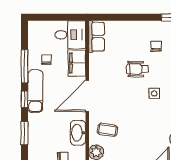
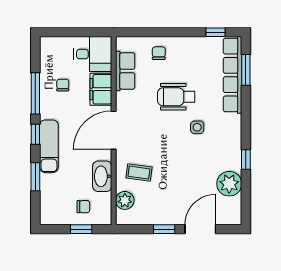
row of seats: (96, 37) -> (125, 71), moved
chair: (156, 46) -> (159, 53), moved
wheelchair: (137, 69) -> (176, 97), width x1.36, depth x1.37
exam couch: (35, 91) -> (49, 146), moved

